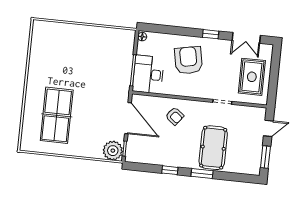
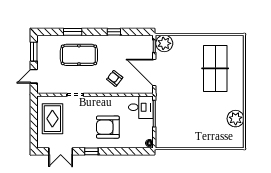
double door: (246, 38) -> (61, 151), swing flipped
plant: (39, 55) -> (236, 119), added
armchair: (188, 60) -> (108, 127), turned 101
desk: (148, 74) -> (141, 107), width x0.73
pool table: (213, 148) -> (79, 55), turned 90
window: (202, 174) -> (73, 32), moved

